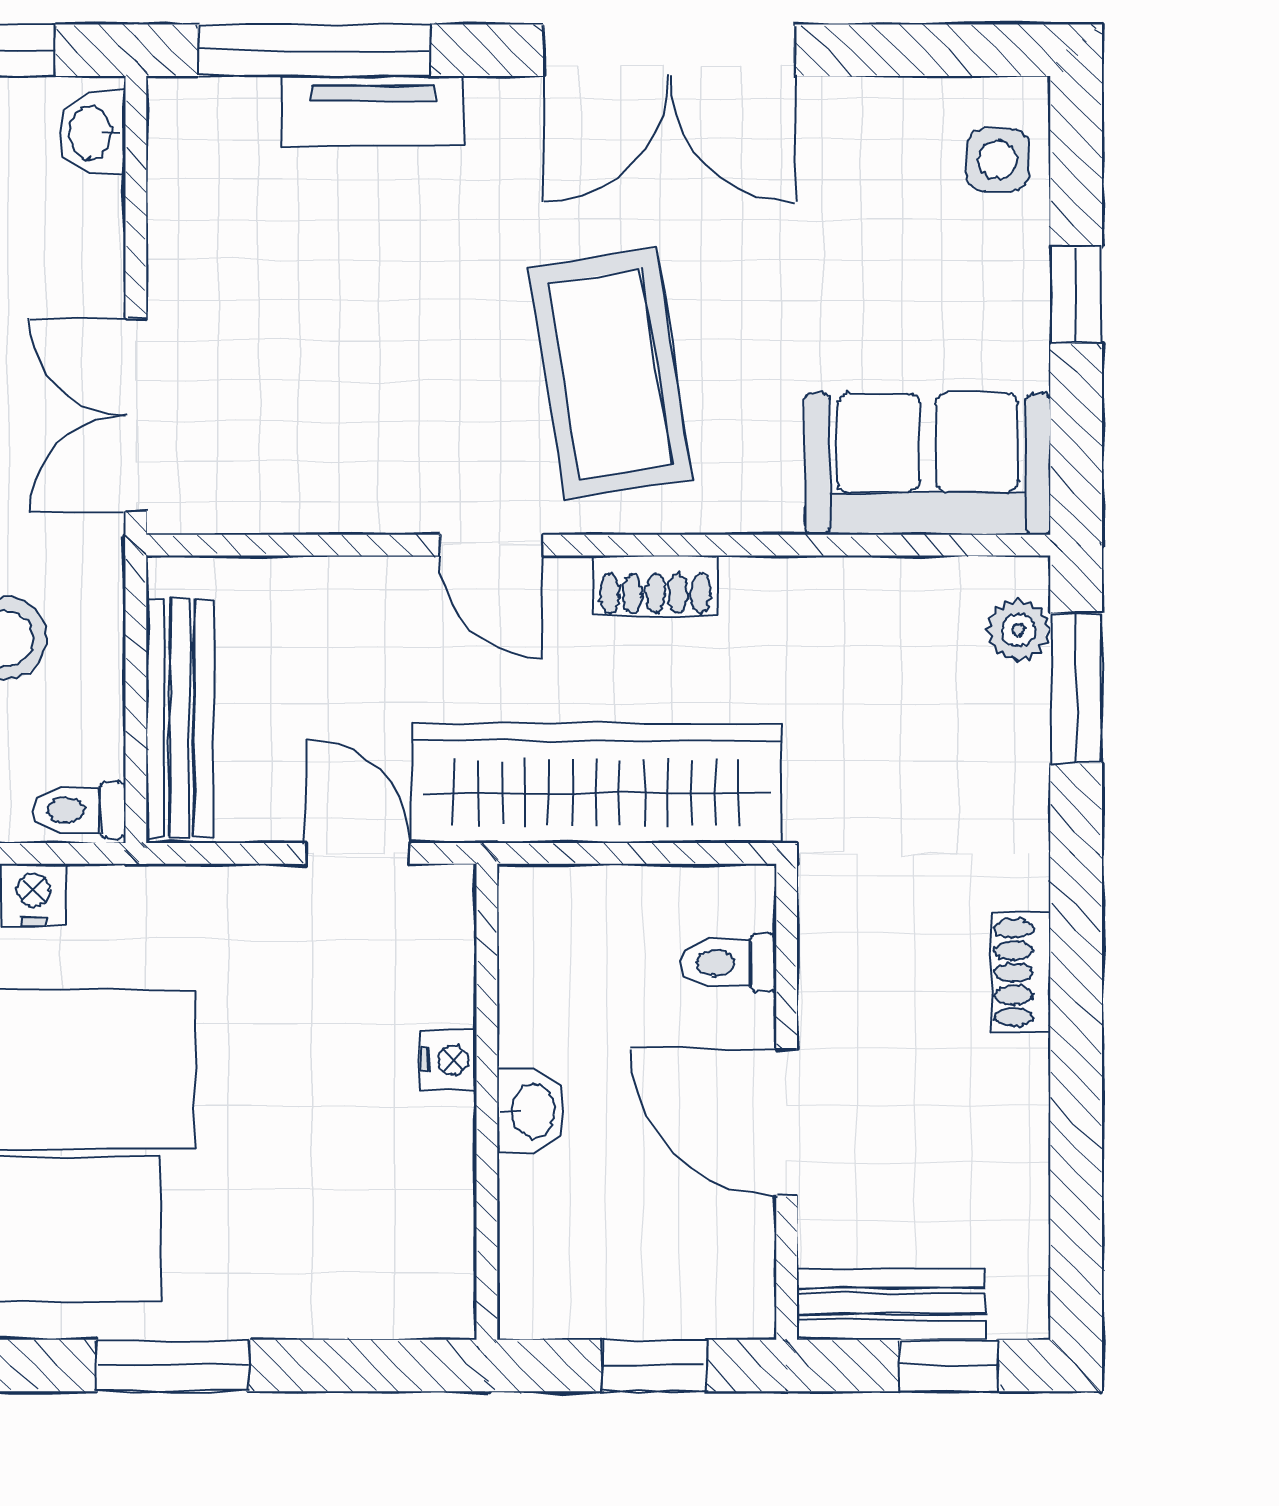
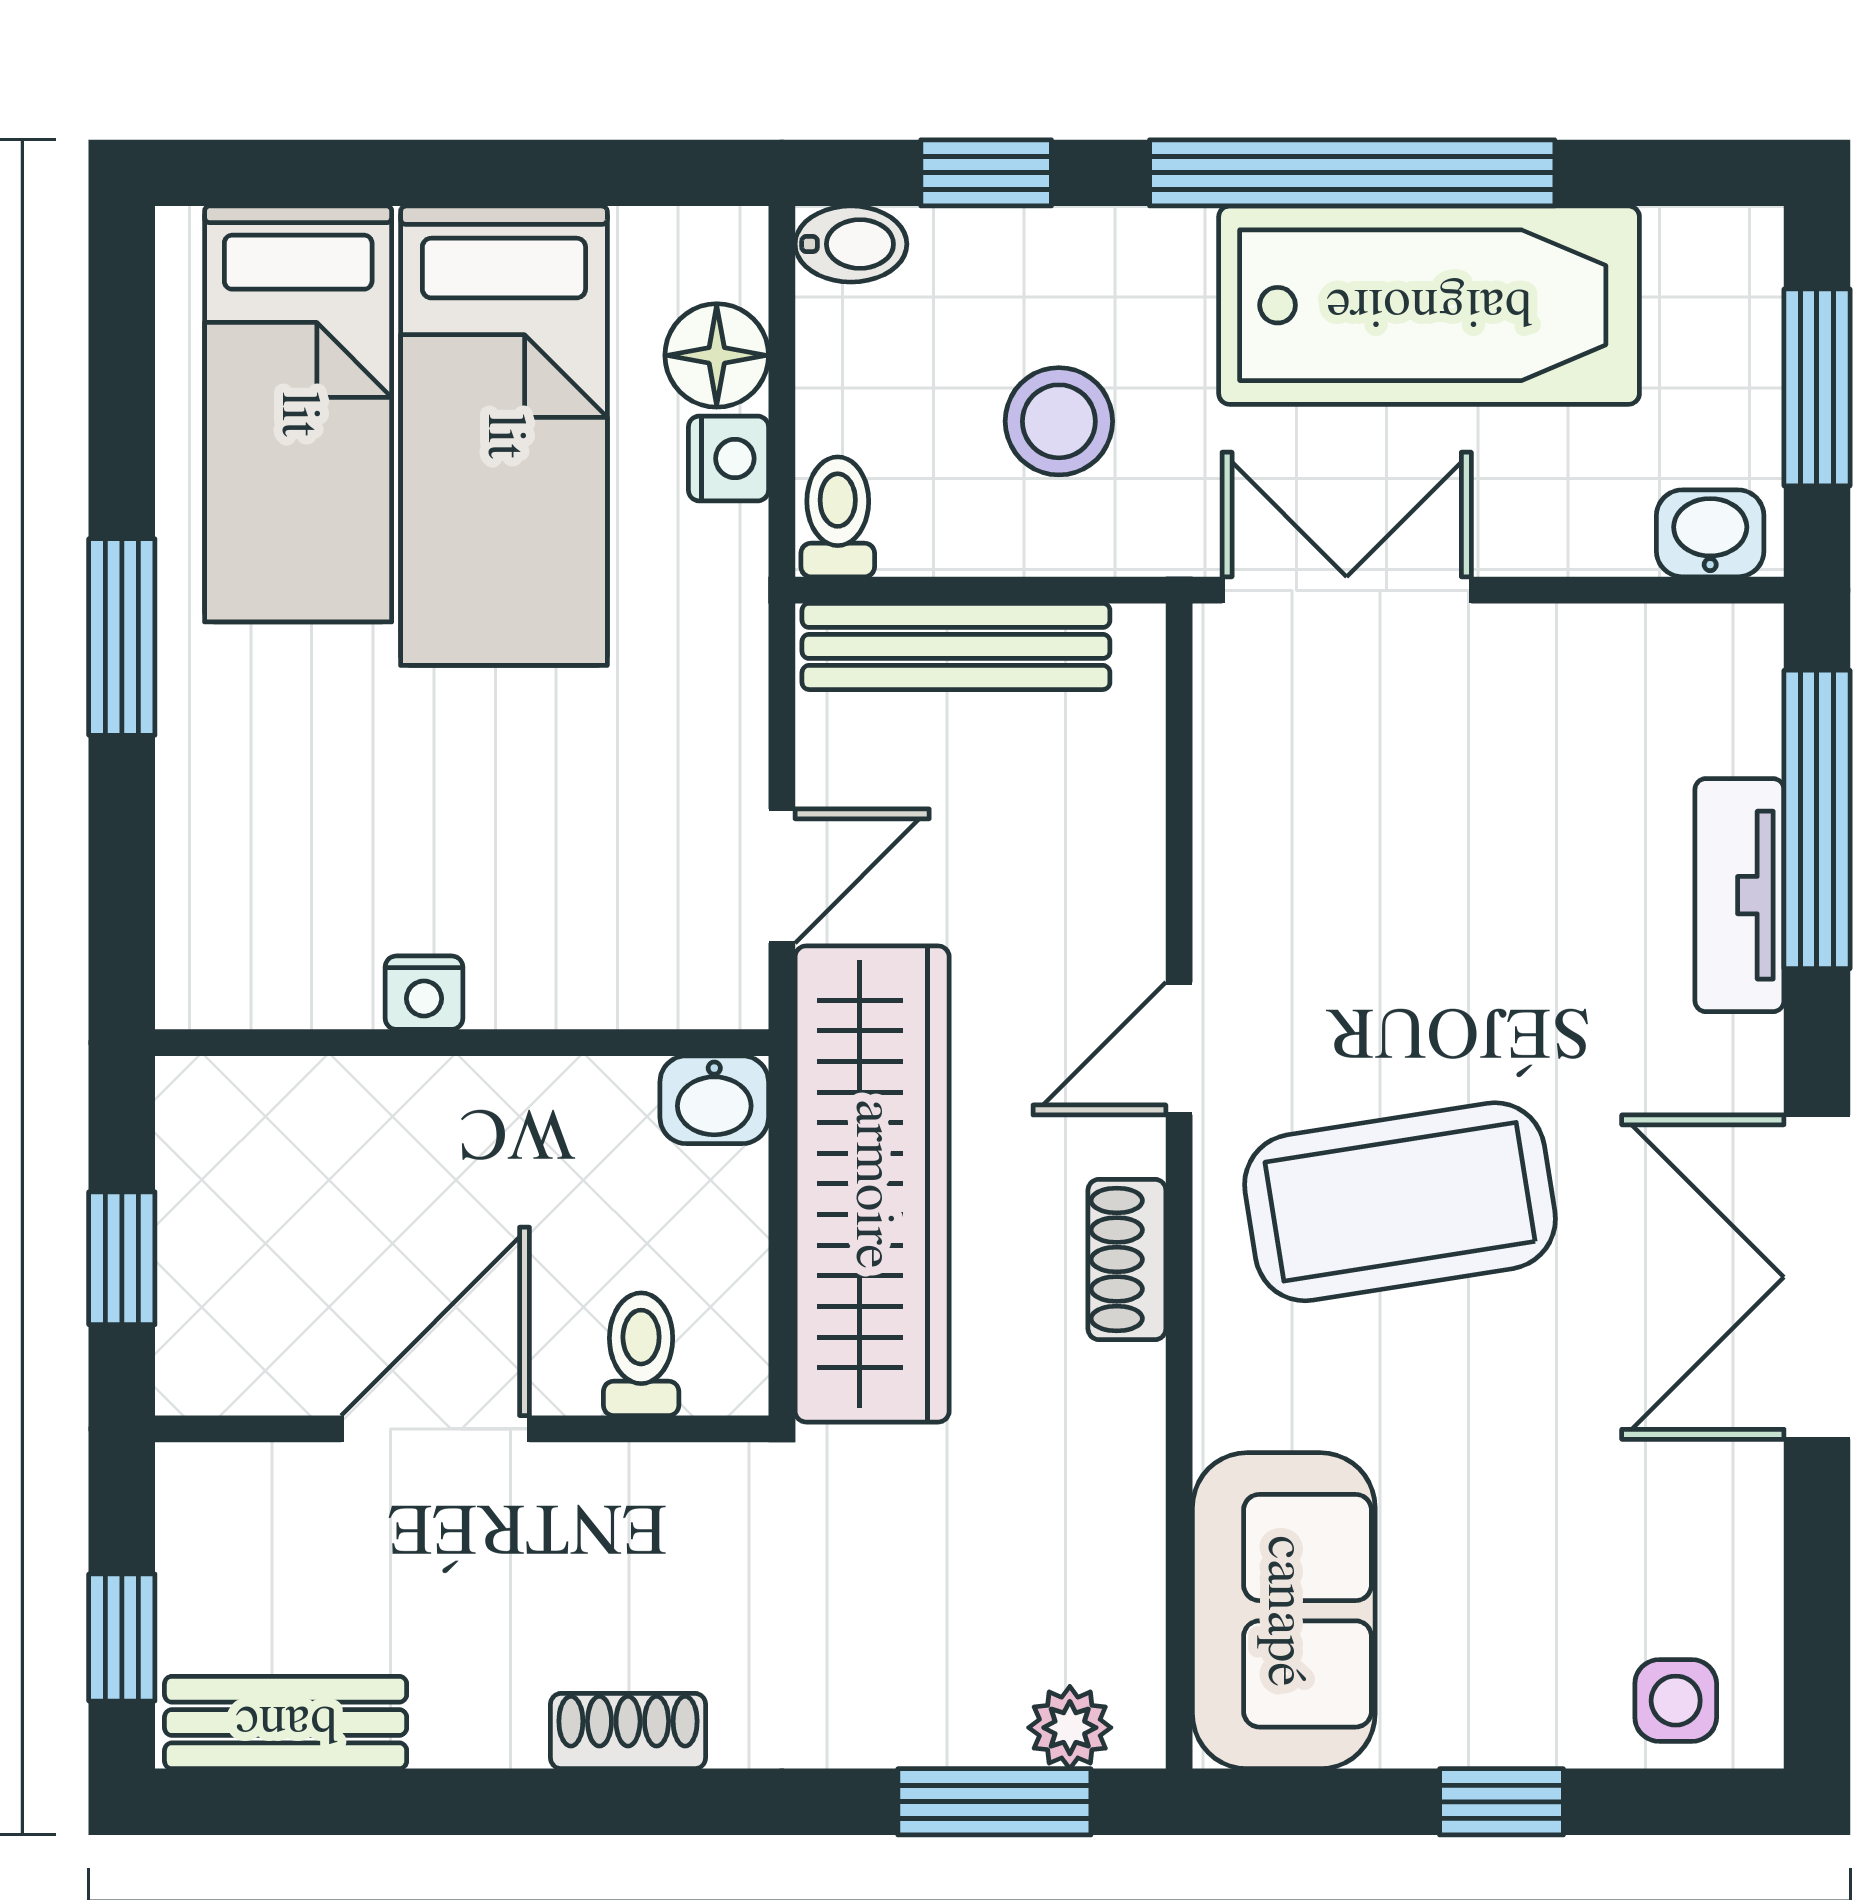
nightstand: (448, 1060) -> (424, 993), moved
washbasin: (531, 1111) -> (714, 1100), moved
bench: (891, 1304) -> (286, 1722), moved, turned 90

